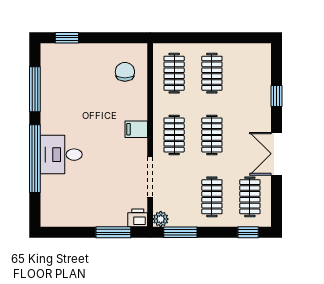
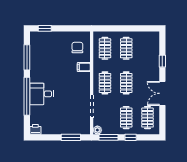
filing cabinet: (136, 129) -> (84, 67), moved
printer: (138, 218) -> (35, 129), moved
window: (248, 232) -> (131, 137), moved

